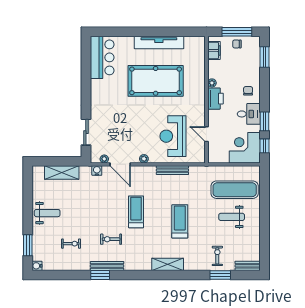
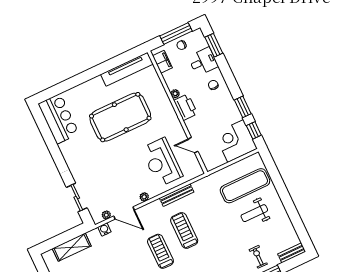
tv unit: (159, 42) -> (127, 69), moved
desk: (249, 114) -> (203, 62), moved
treadmill: (180, 221) -> (184, 230), moved

